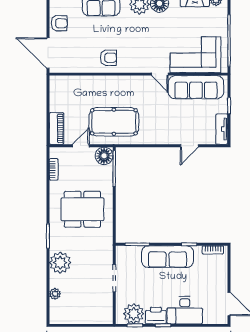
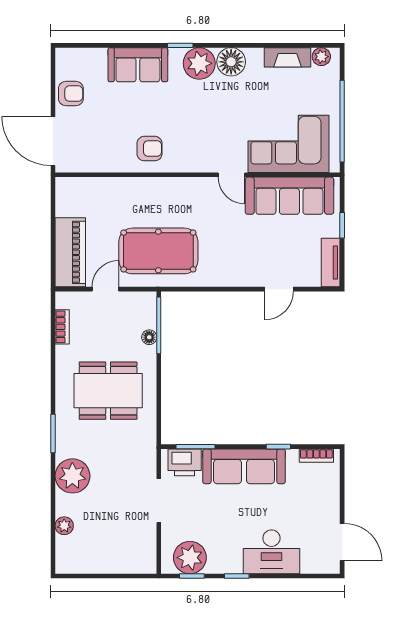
piano: (56, 128) -> (70, 252), width x1.37, depth x1.33
floor lamp: (104, 156) -> (149, 337), moved, width x0.53, depth x0.53
printer: (156, 315) -> (185, 462), moved, turned 180

